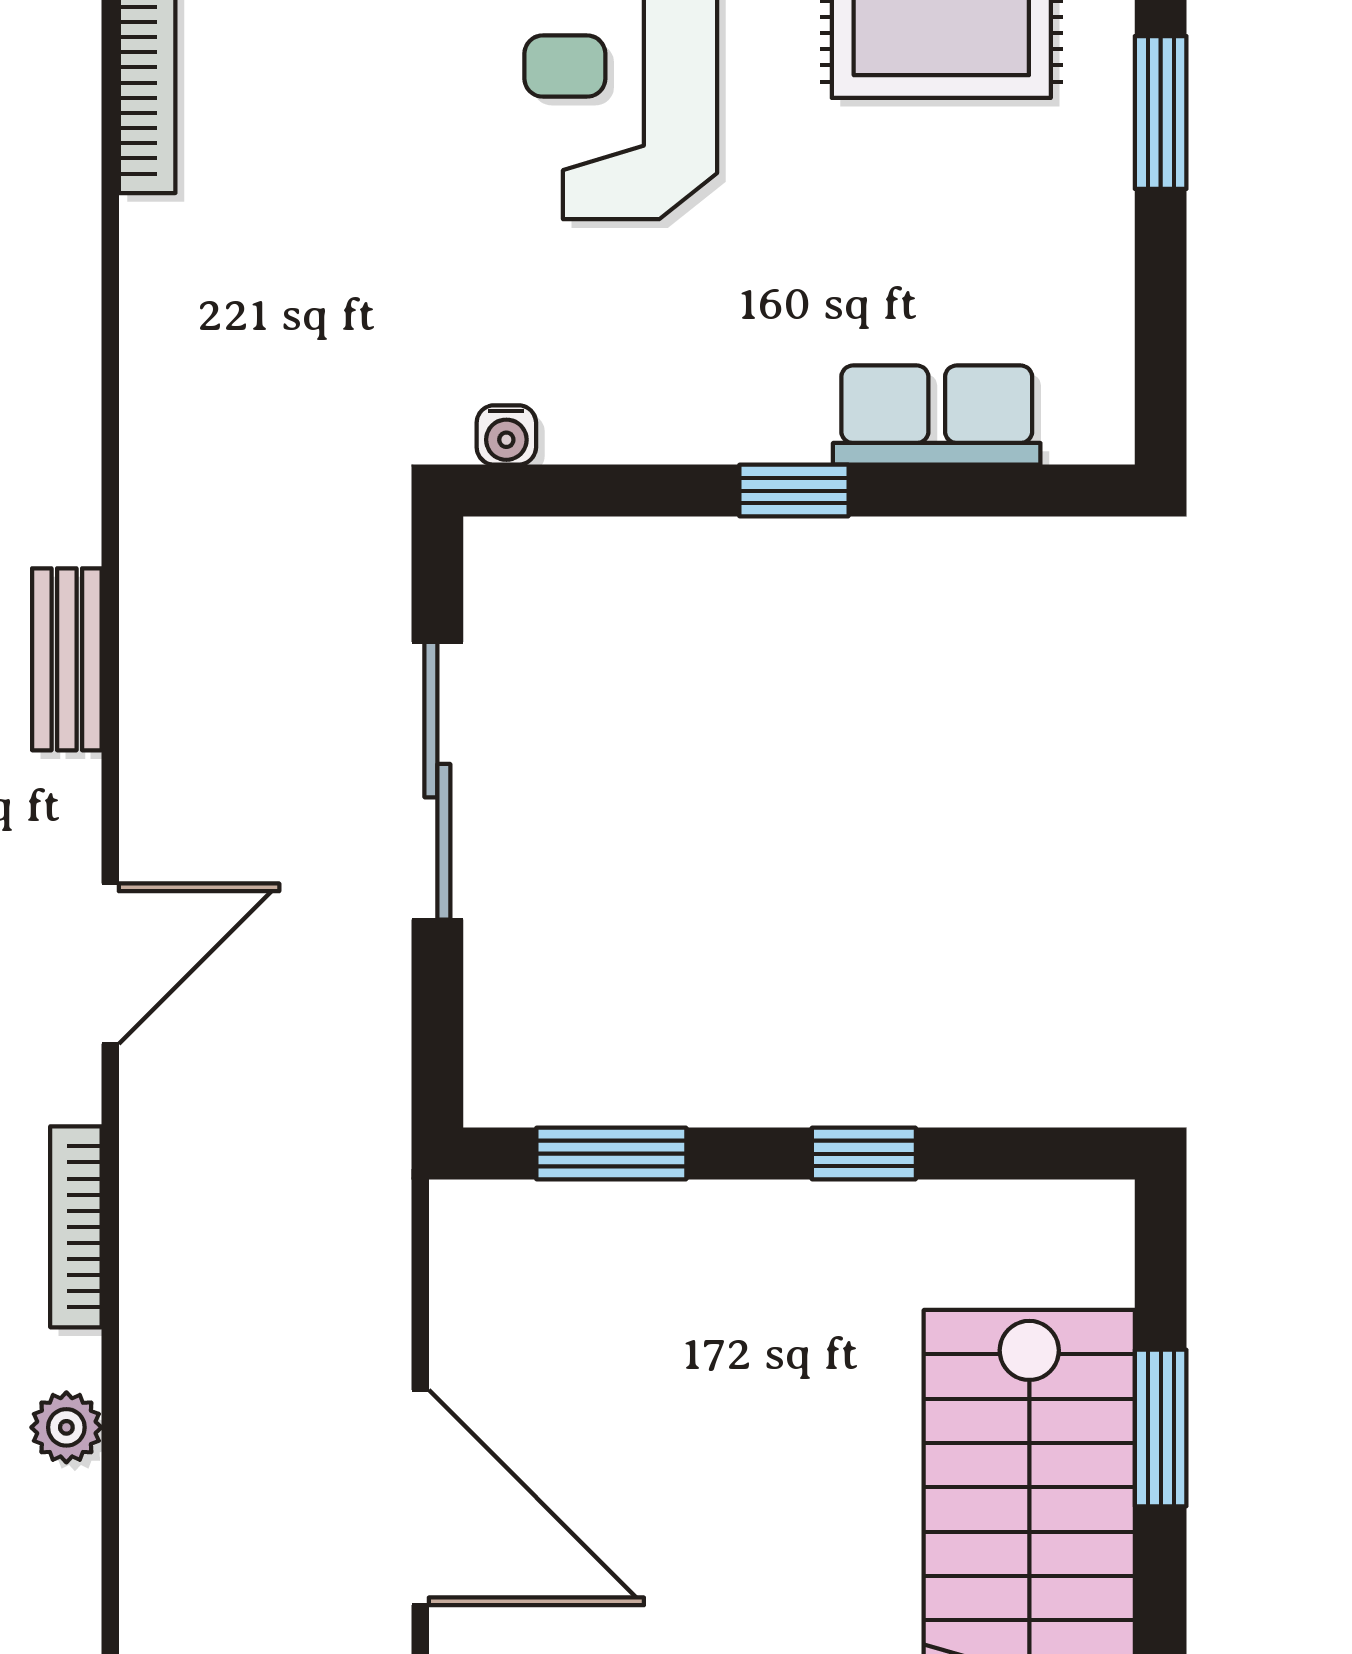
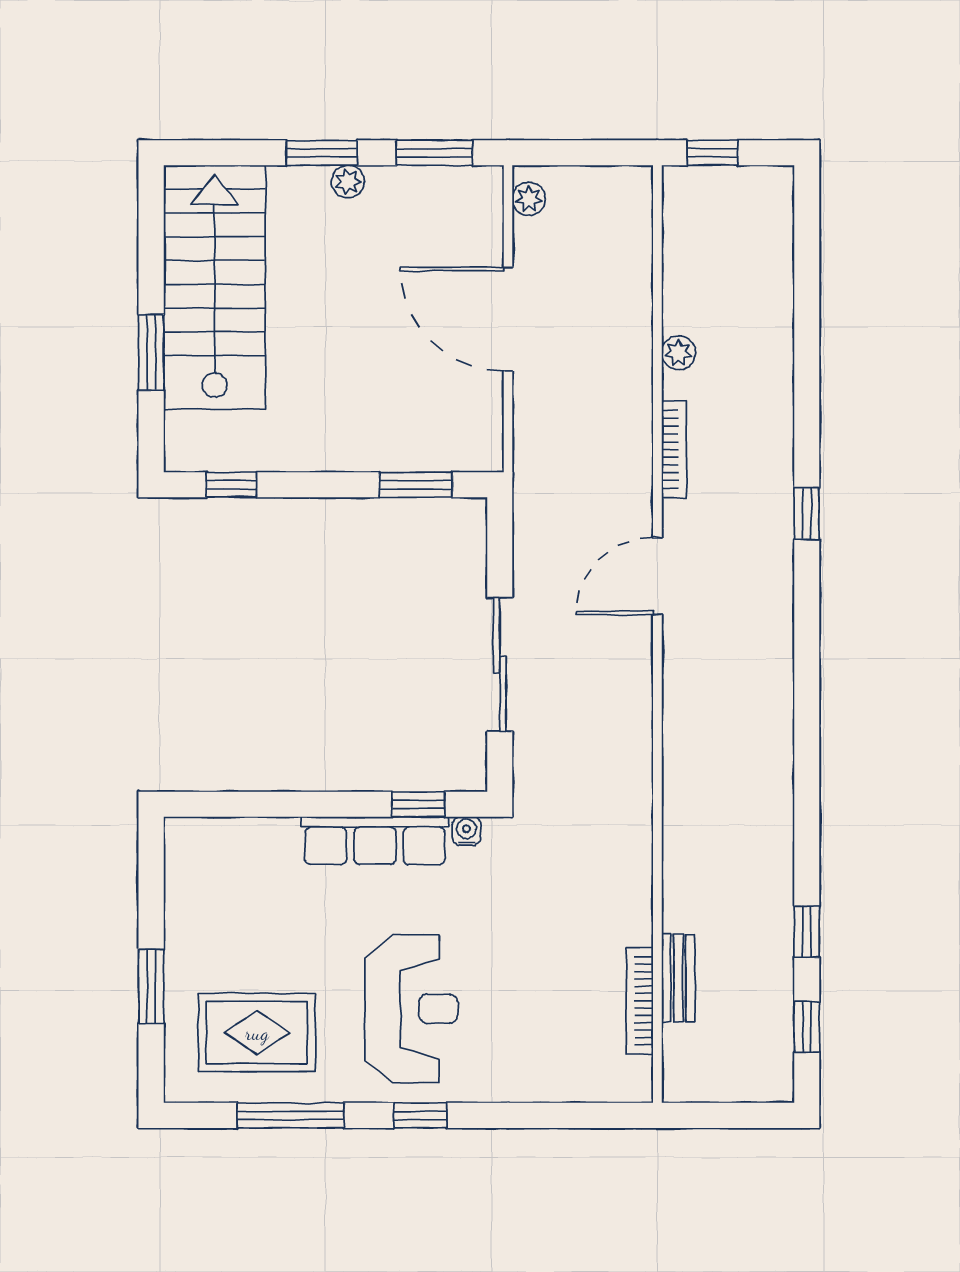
row of seats: (937, 415) -> (375, 841), moved, width x1.48
window: (794, 491) -> (418, 804), moved
bench: (67, 659) -> (678, 978), moved
window: (864, 1154) -> (232, 485), moved

